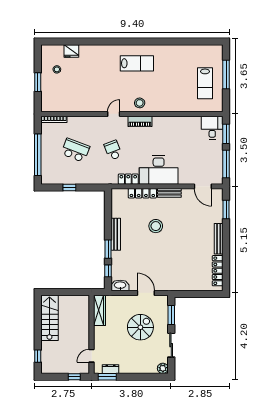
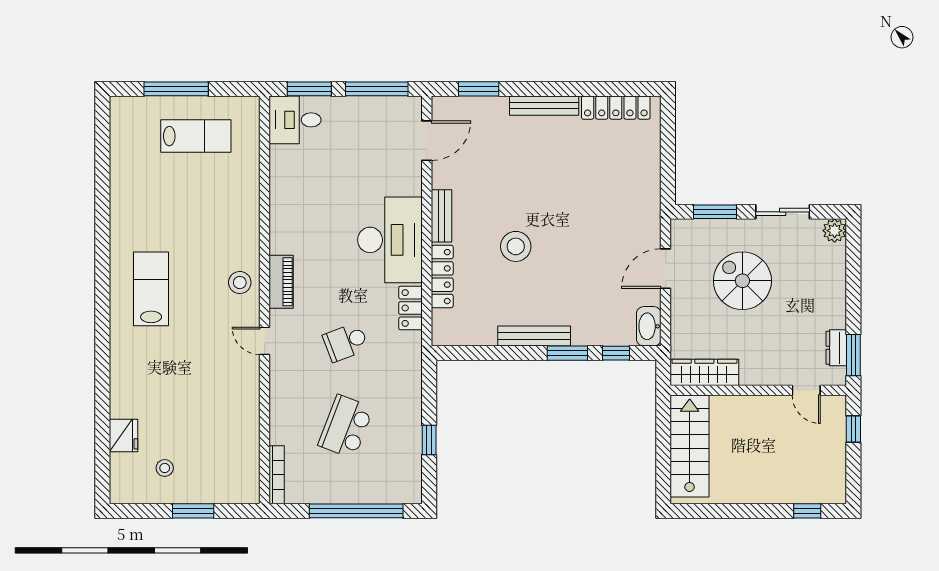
stairs: (49, 318) -> (690, 446), moved, turned 90

